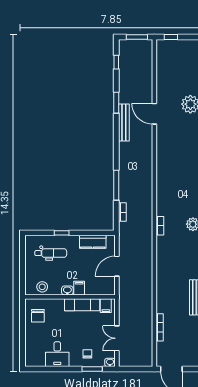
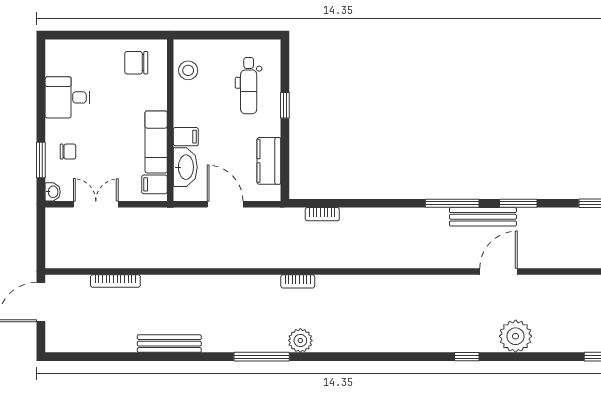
window: (116, 185) -> (452, 203), moved
washbasin: (67, 290) -> (185, 167), moved, width x1.91, depth x1.45

